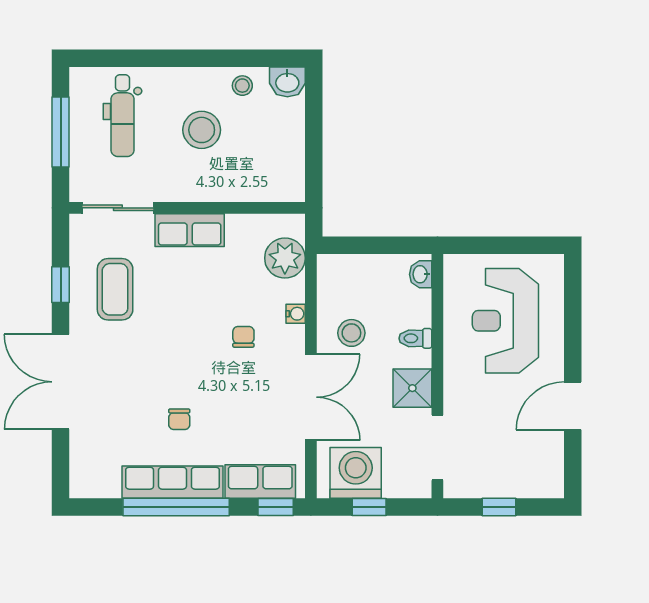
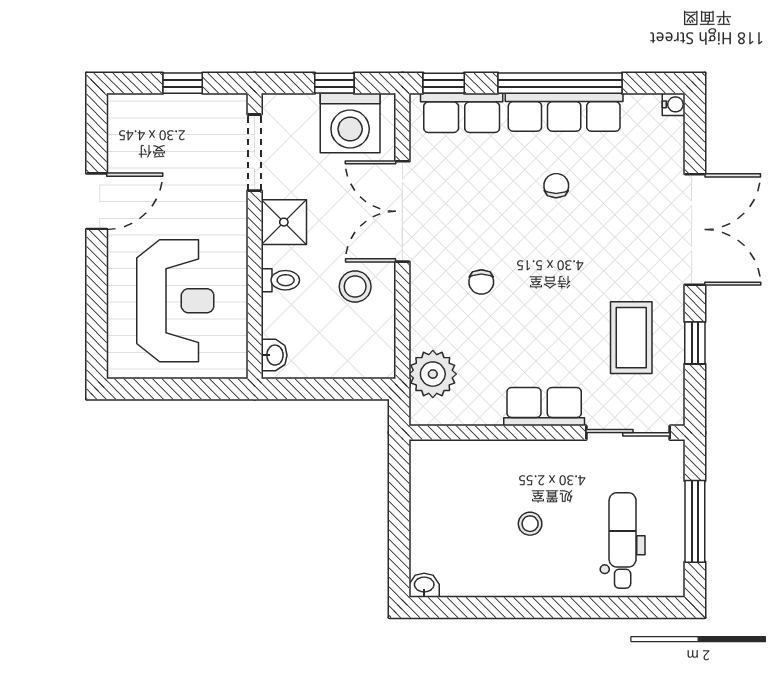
washbasin: (287, 82) -> (424, 585), width x0.72, depth x0.69
stool: (242, 86) -> (483, 576), removed
stool: (202, 130) -> (530, 524), width x0.53, depth x0.53
water cooler: (296, 314) -> (674, 104), moved, turned 180

